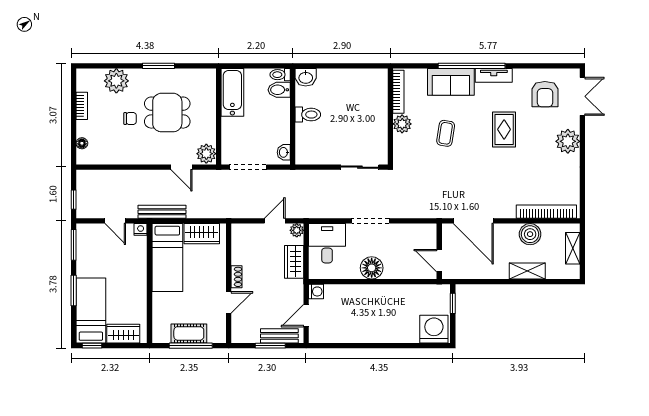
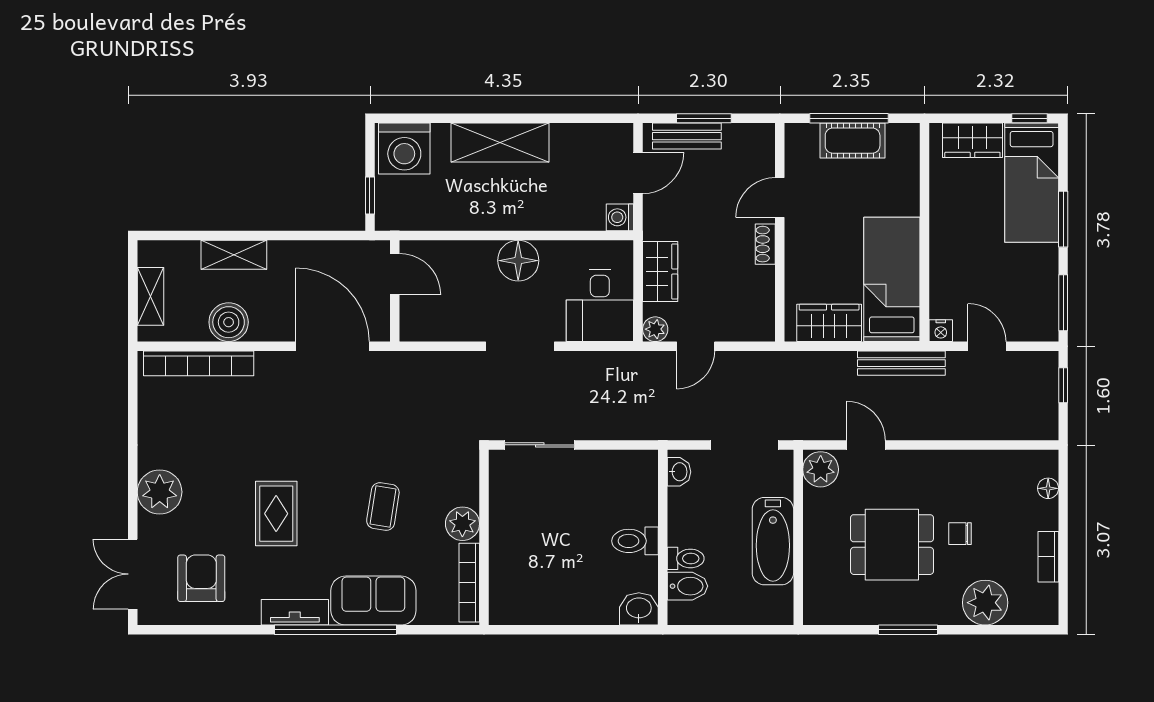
toilet: (280, 75) -> (686, 558), moved
bathtub: (232, 92) -> (773, 541), moved
shelving: (382, 332) -> (500, 143), added

